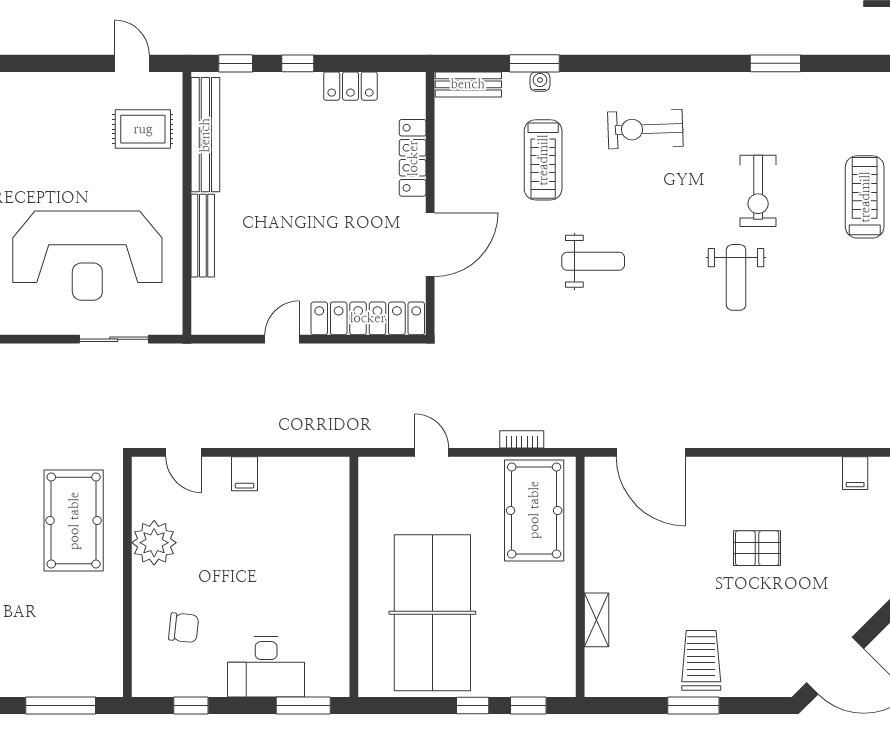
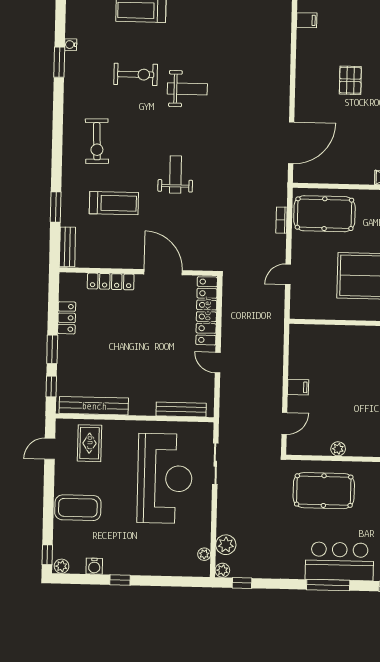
window: (298, 63) -> (52, 349), width x1.50
water cooler: (540, 82) -> (71, 45), moved
coffee table: (35, 112) -> (78, 508), added
bench: (203, 236) -> (181, 409), moved
plant: (154, 543) -> (338, 449), width x0.53, depth x0.53

